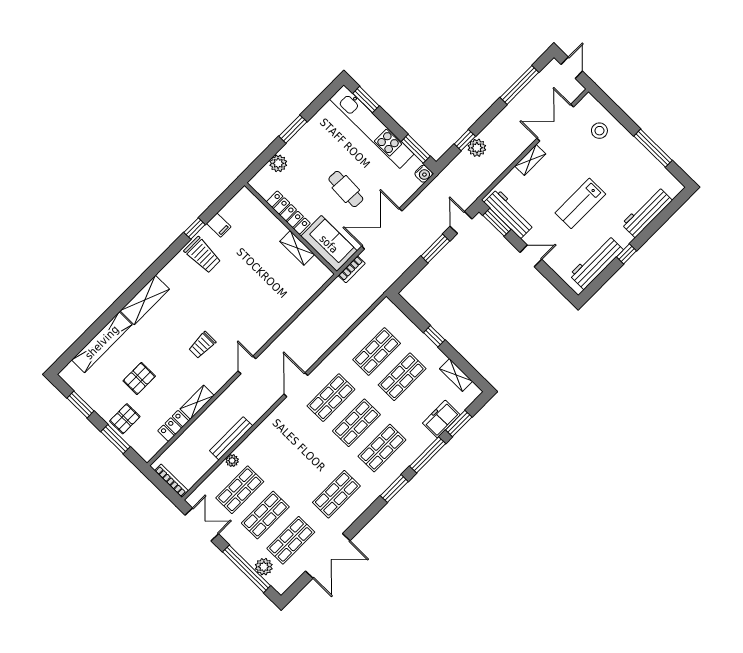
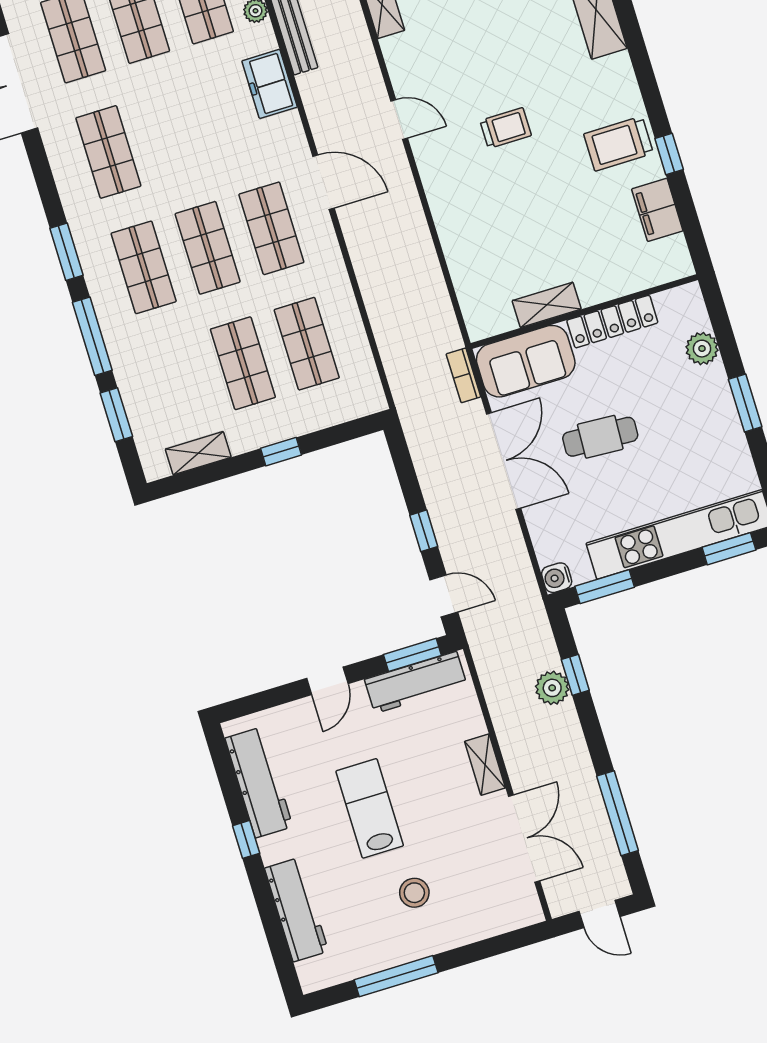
stool: (599, 131) -> (414, 893), moved
filing cabinet: (219, 225) -> (657, 210), width x2.00
window: (435, 249) -> (424, 531), width x0.67
trolley: (202, 345) -> (506, 128), moved, turned 90
freezer: (441, 419) -> (270, 84), moved, turned 180

